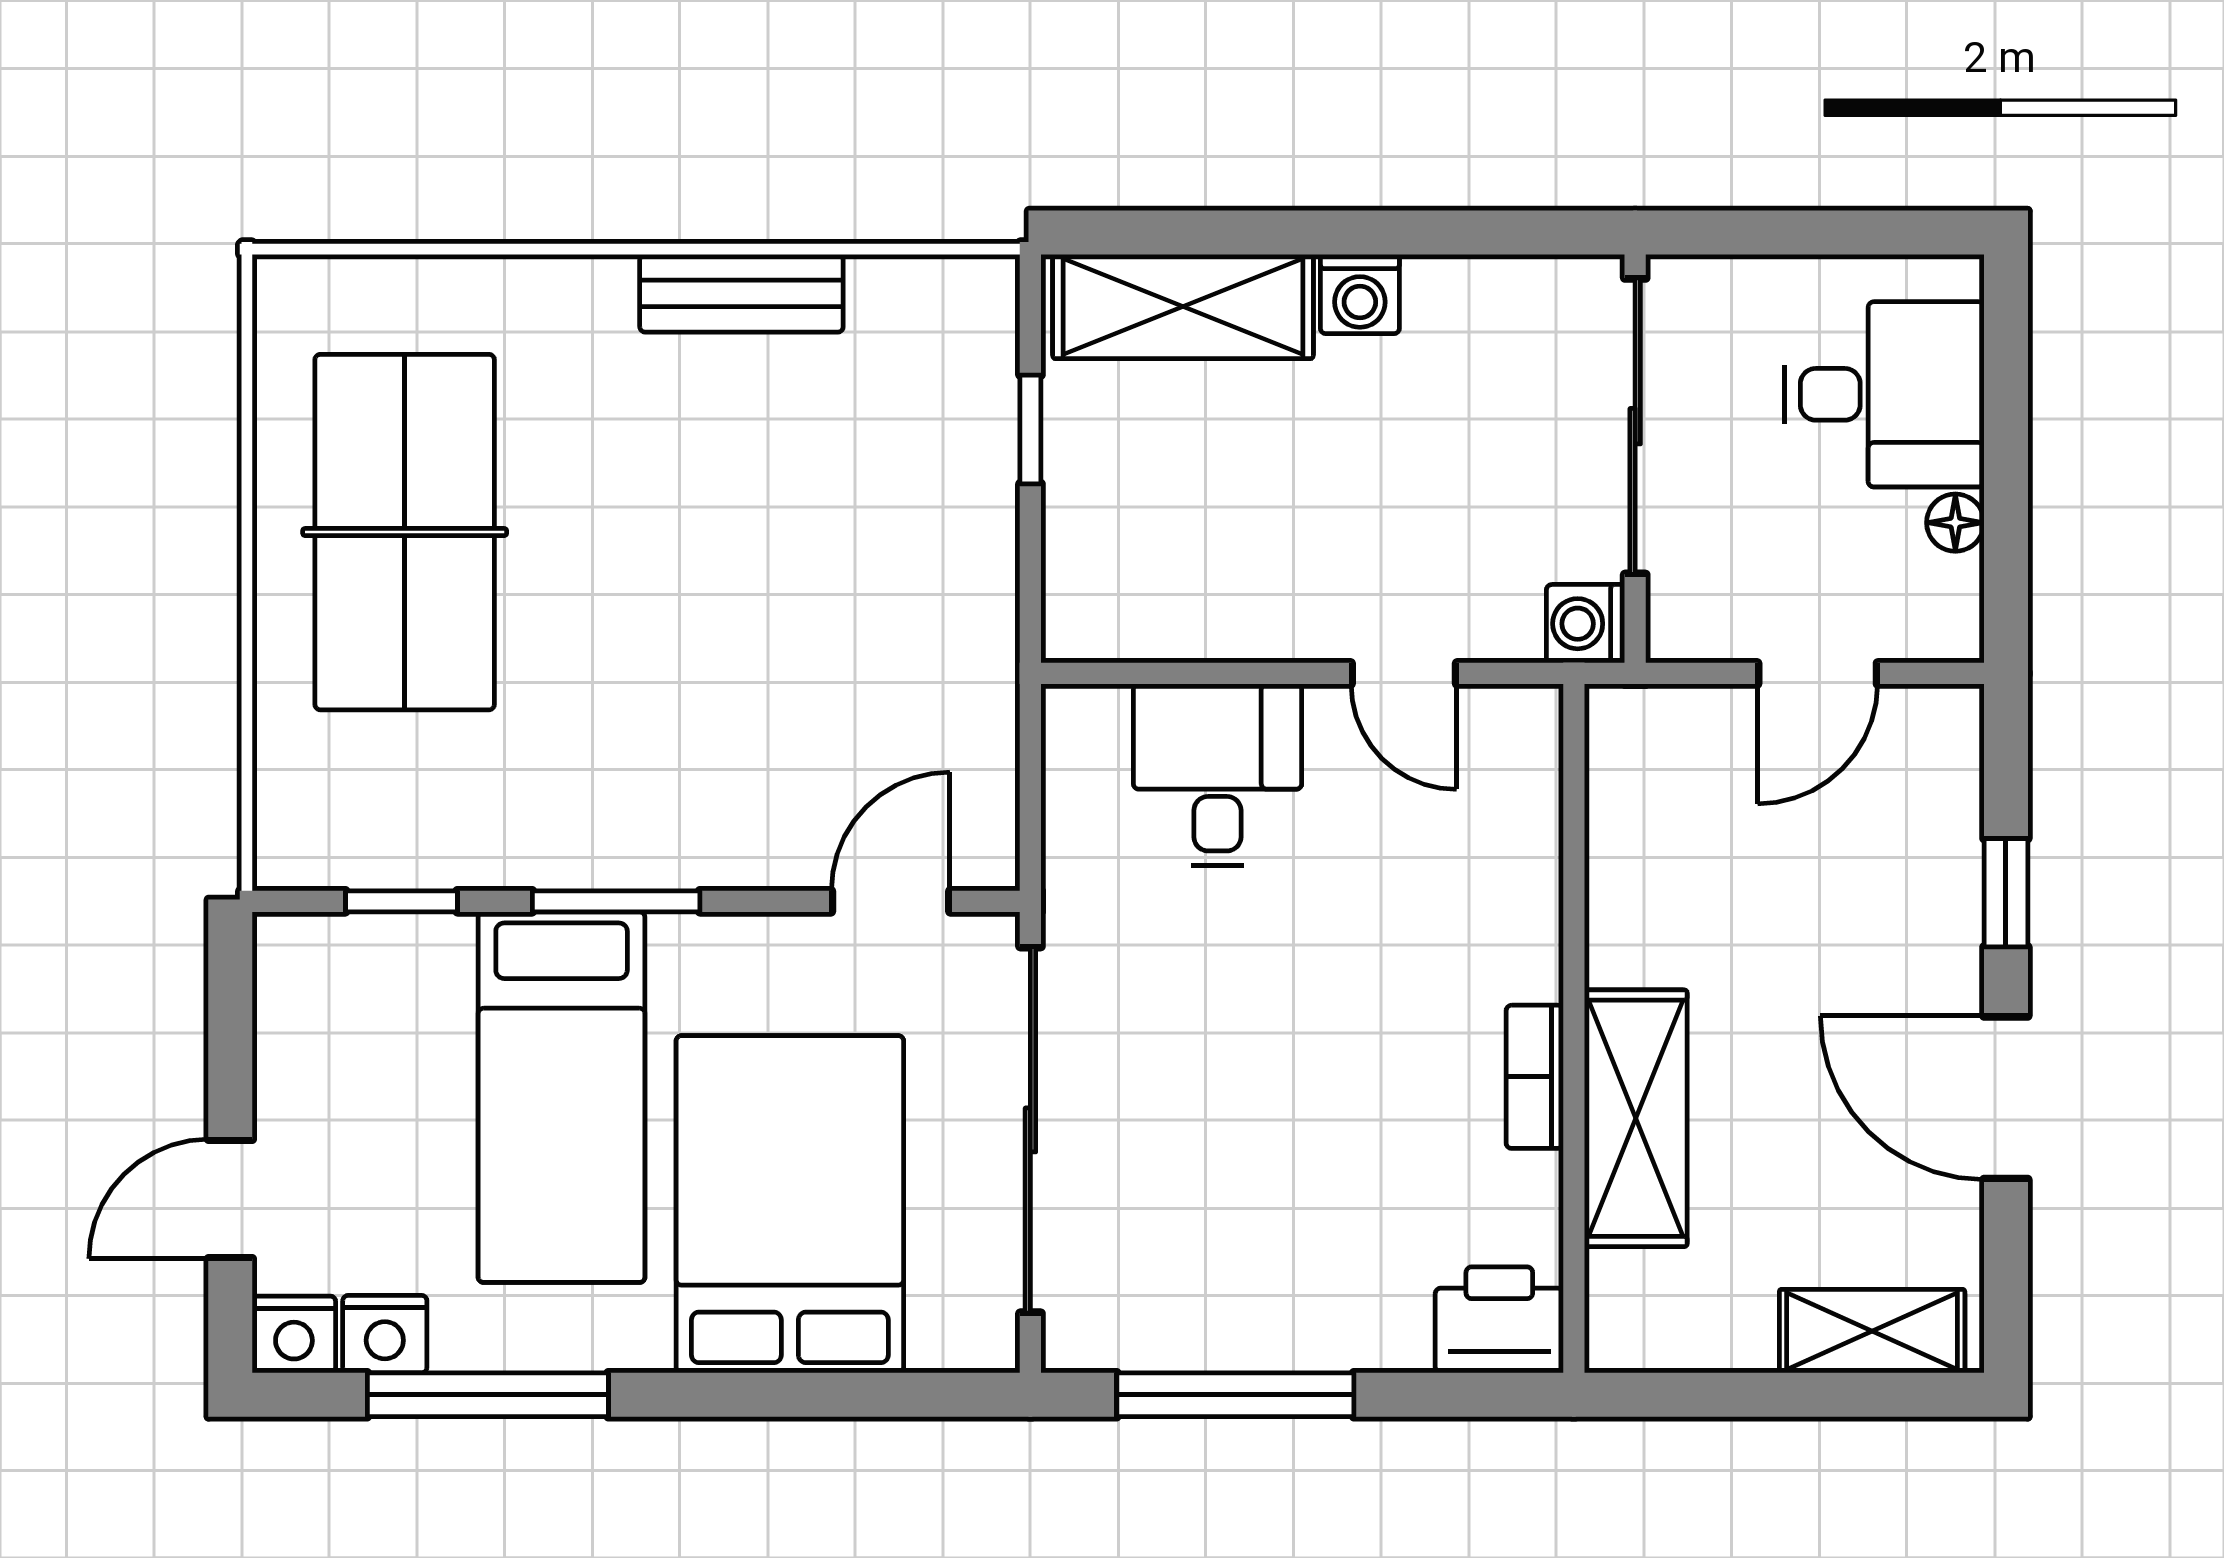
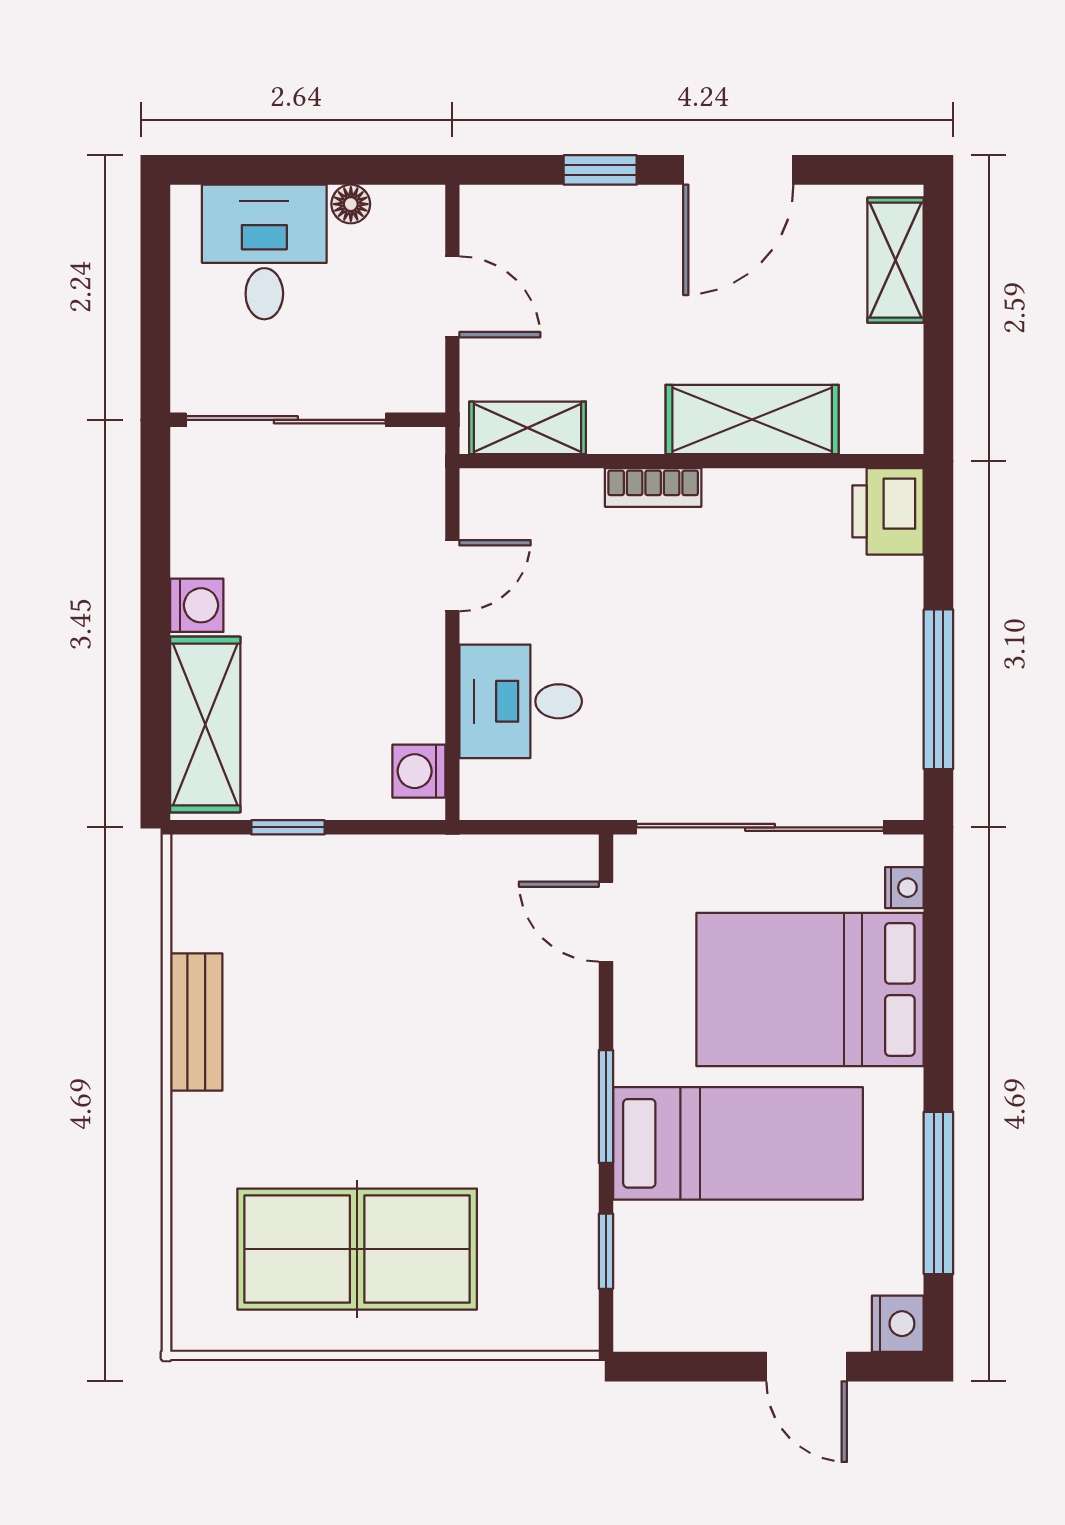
washing machine: (1585, 624) -> (419, 771), moved, turned 90
shelving: (1623, 785) -> (528, 428), added
bookcase: (1535, 1077) -> (653, 488), moved
nightstand: (385, 1334) -> (904, 888), moved, width x0.72, depth x0.74

